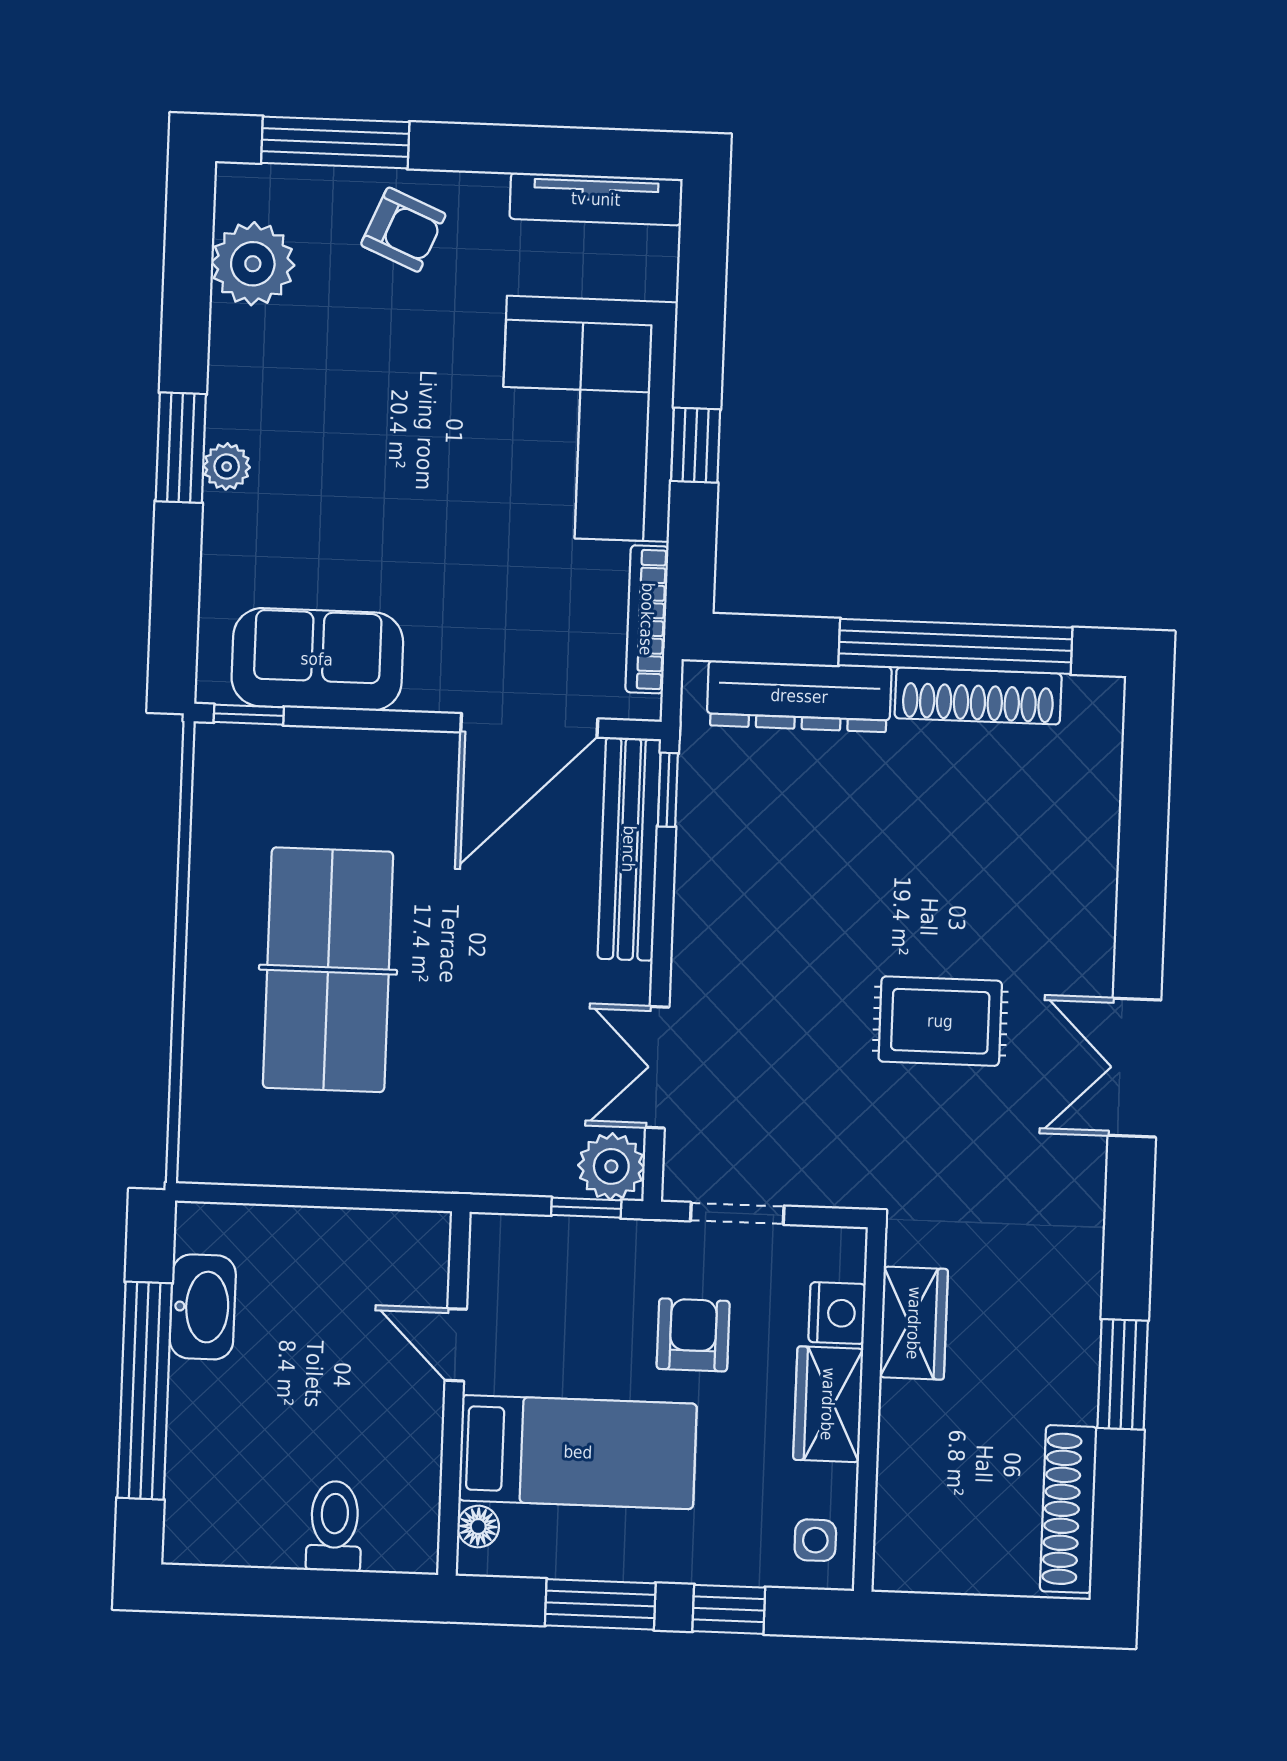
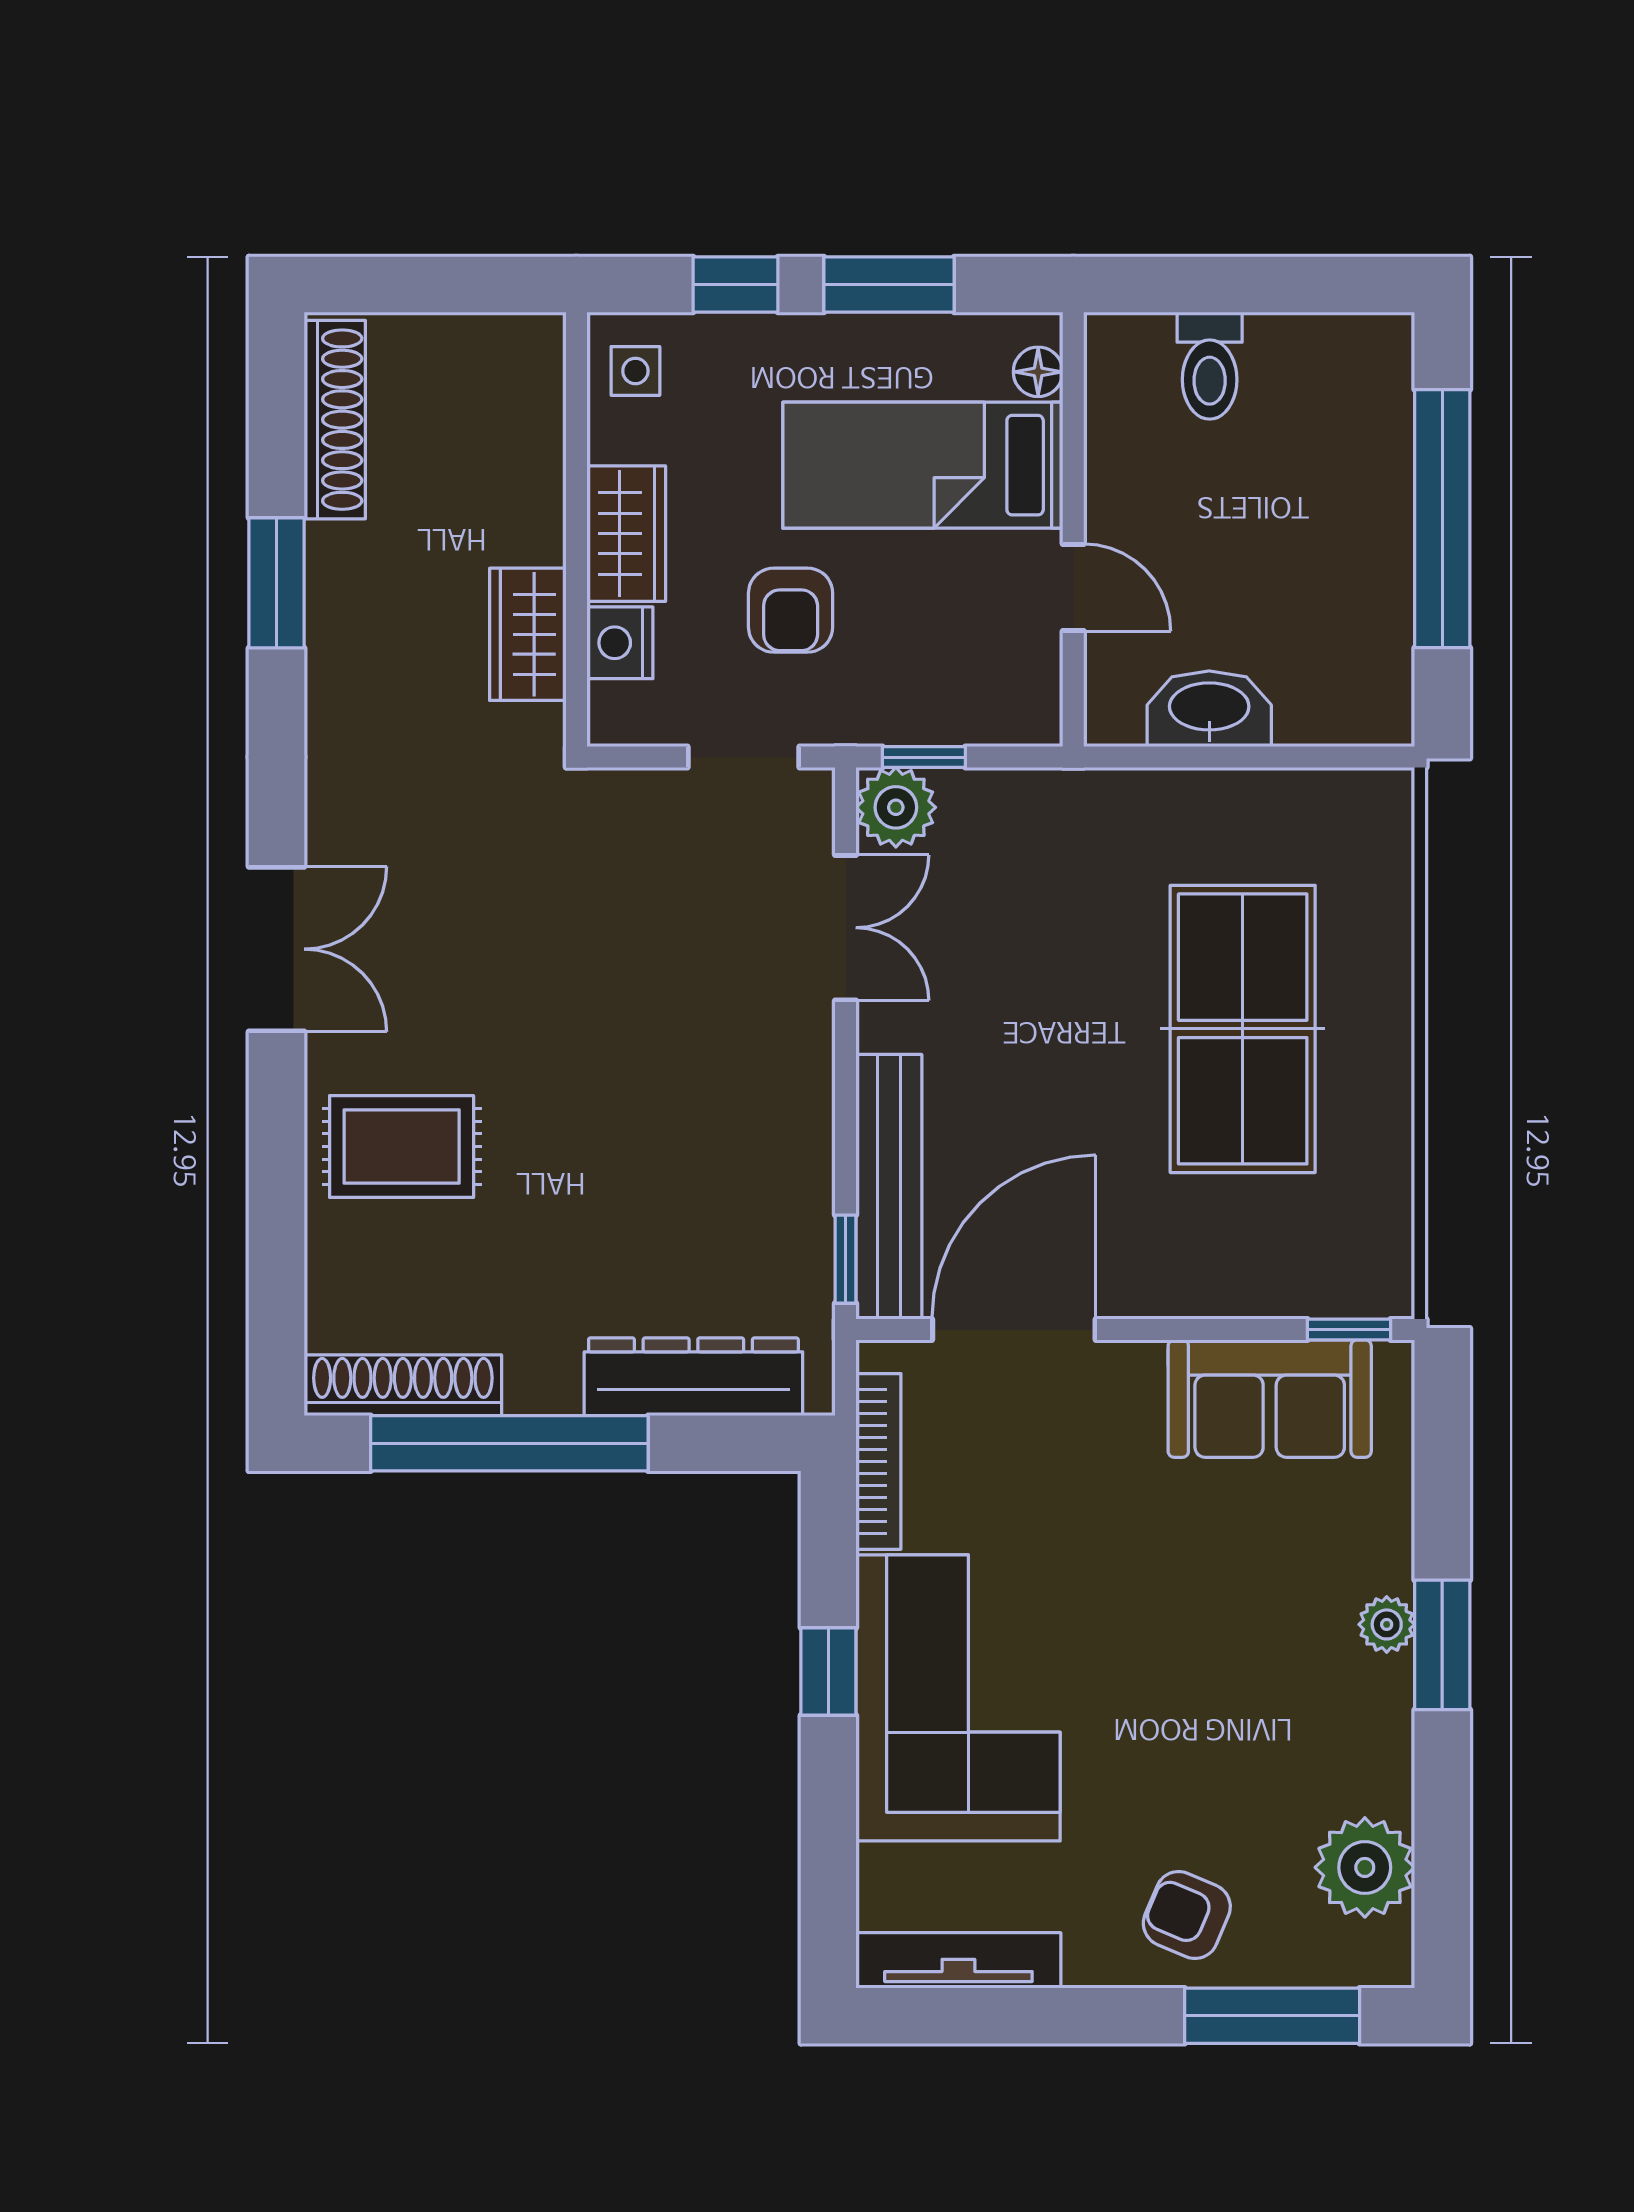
shoe rack: (978, 696) -> (403, 1385), moved
rug: (940, 1021) -> (402, 1147), moved
washbasin: (203, 1307) -> (1209, 709), moved, turned 90

